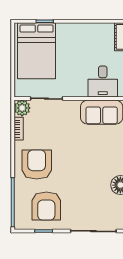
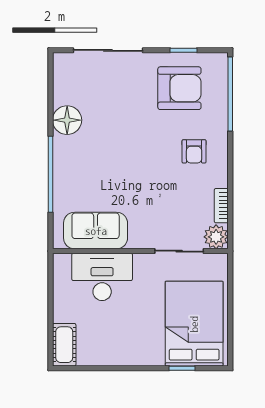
desk: (103, 82) -> (102, 277), width x1.37
armchair: (37, 164) -> (194, 151), width x0.53, depth x0.53
armchair: (46, 206) -> (179, 88), turned 90

